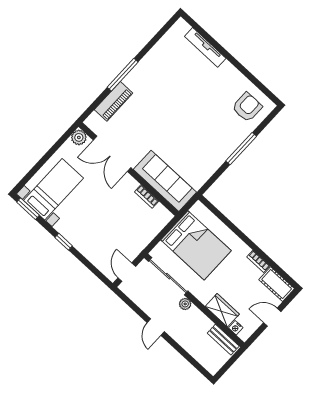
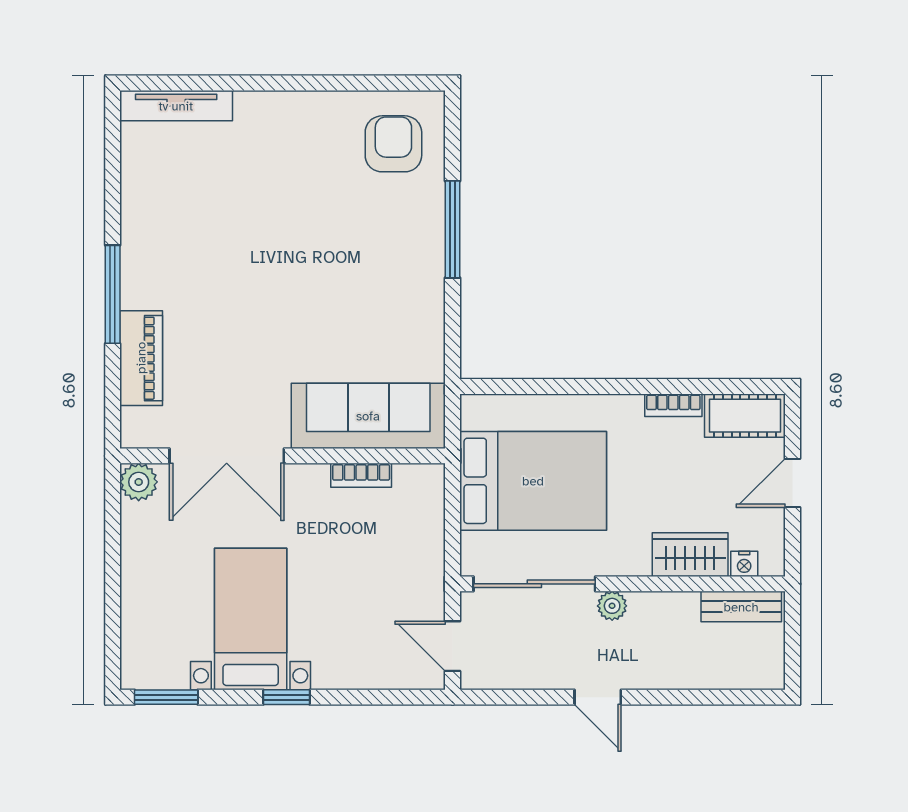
tv unit: (205, 47) -> (176, 106), moved
bed with nightstands: (53, 189) -> (251, 619), moved

